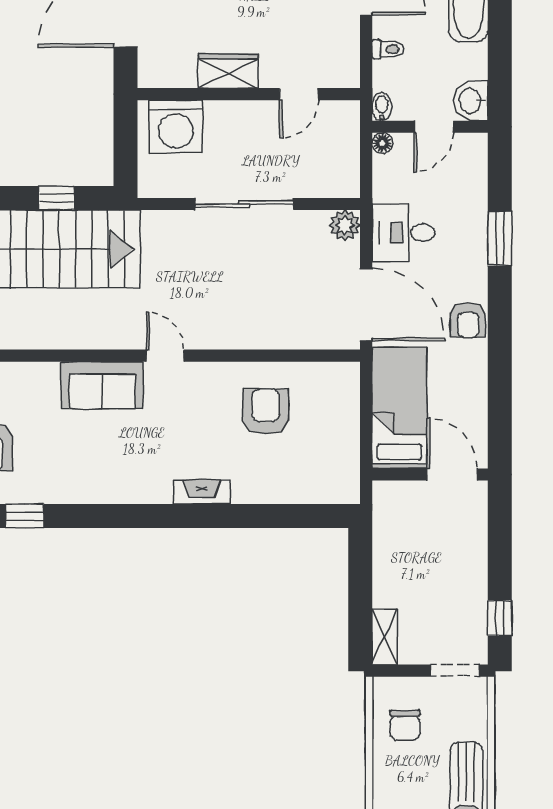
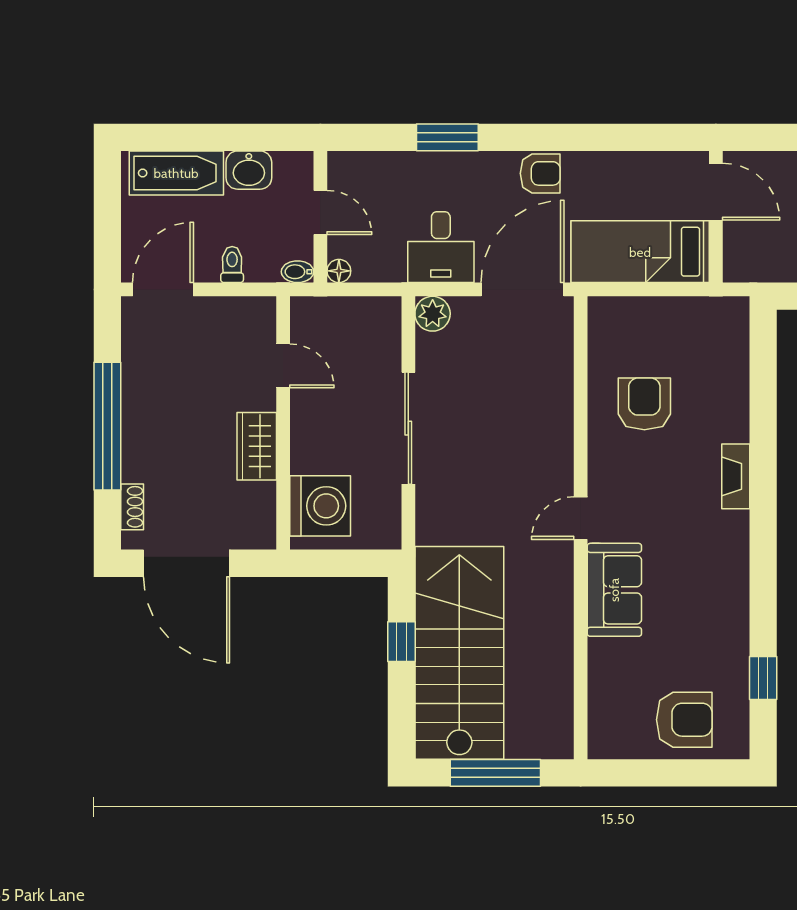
washbasin: (471, 101) -> (249, 170), moved
armchair: (266, 412) -> (644, 404), turned 90
door: (452, 474) -> (716, 192), swing flipped

